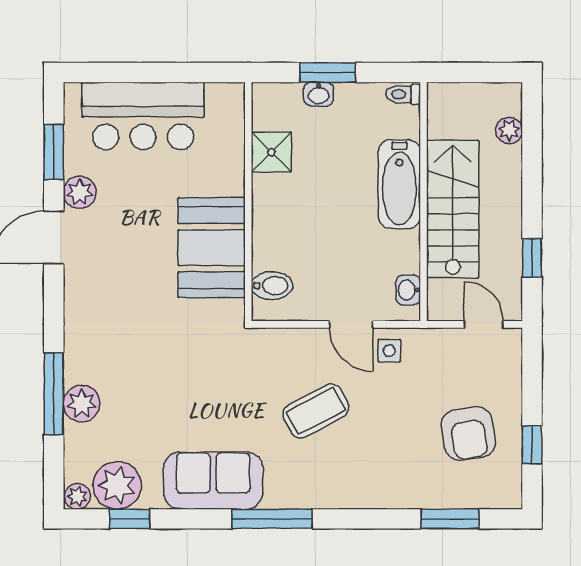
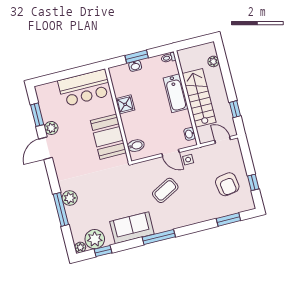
bar counter: (143, 116) -> (85, 88), moved
shower: (271, 152) -> (125, 104), moved
plant: (82, 404) -> (70, 198), moved

